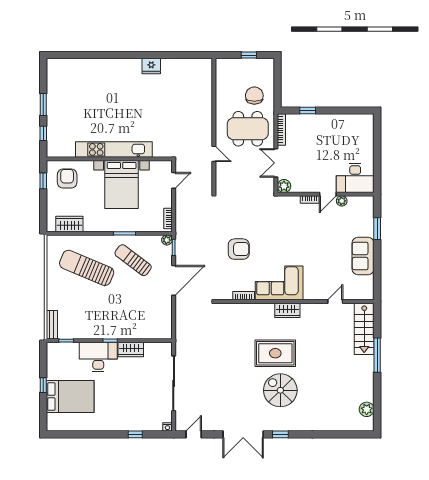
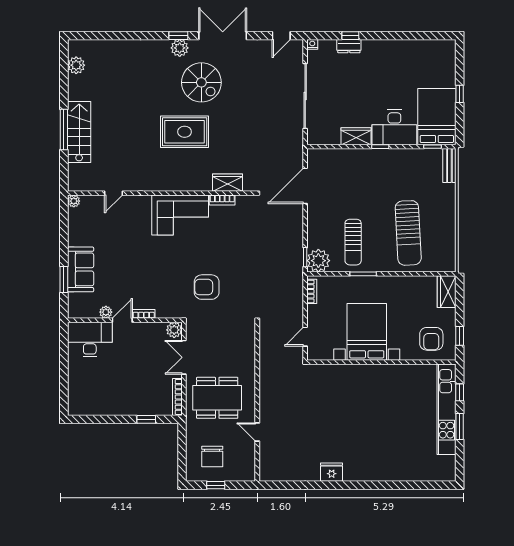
chair: (254, 96) -> (212, 456), moved
kitchen unit: (114, 149) -> (447, 409), moved, turned 90
door: (214, 154) -> (257, 432), moved
double door: (276, 163) -> (184, 357), swing flipped
wardrobe: (69, 224) -> (447, 292), moved, turned 90
plant: (167, 240) -> (318, 261), width x1.88, depth x1.88
armchair: (239, 249) -> (207, 287), moved
sofa: (363, 256) -> (81, 269), moved
sun lounger: (133, 260) -> (353, 242), turned 53
sun lounger: (87, 268) -> (408, 233), turned 64
door: (174, 280) -> (305, 186), moved
plant: (369, 295) -> (74, 201), added
wardrobe: (287, 310) -> (227, 183), moved
stairs: (364, 329) -> (79, 132), moved
spiral stairs: (280, 390) -> (201, 82), moved
bed: (70, 397) -> (437, 117), moved, turned 90
plant: (279, 424) -> (180, 48), added
dresser: (137, 426) -> (349, 46), added

